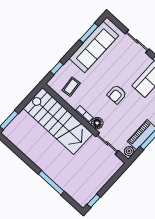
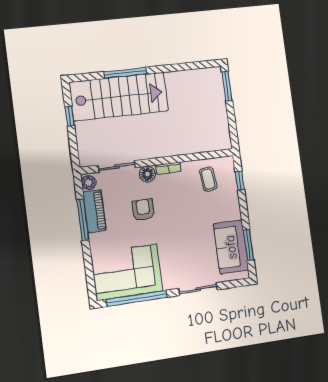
sofa: (94, 47) -> (231, 247), width x0.73
armchair: (117, 94) -> (143, 210), moved
stairs: (58, 121) -> (119, 97), moved, turned 180
window: (94, 201) -> (70, 116), moved

